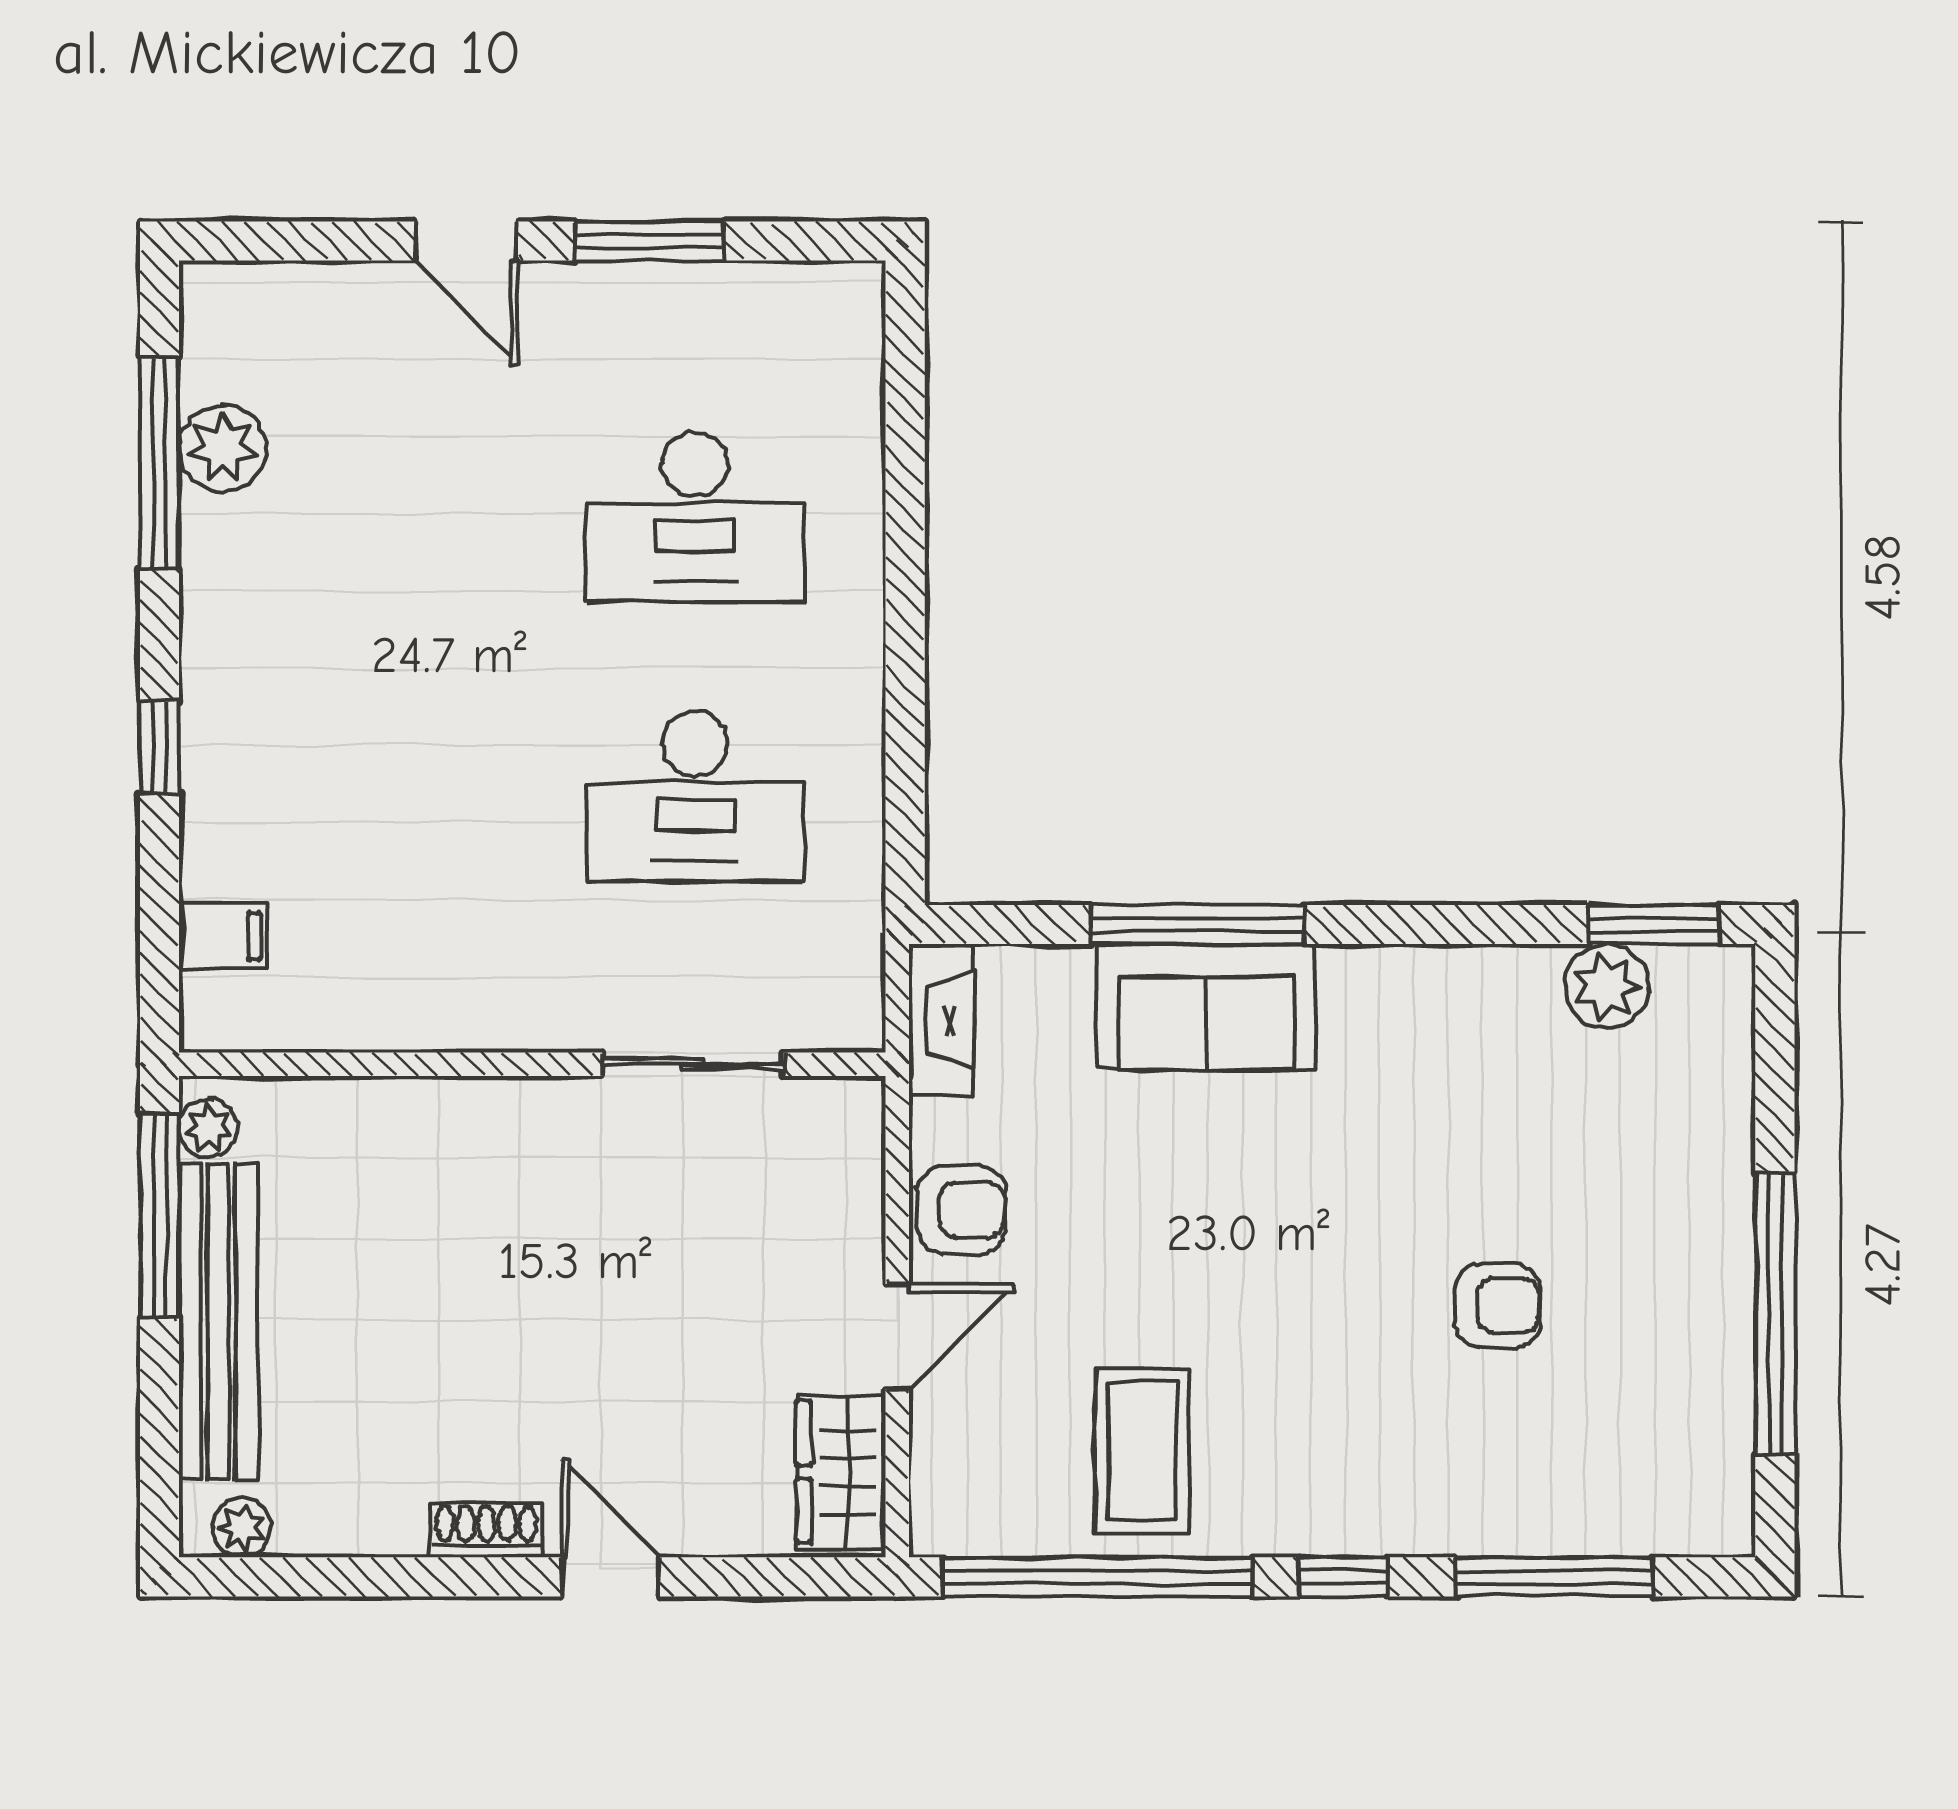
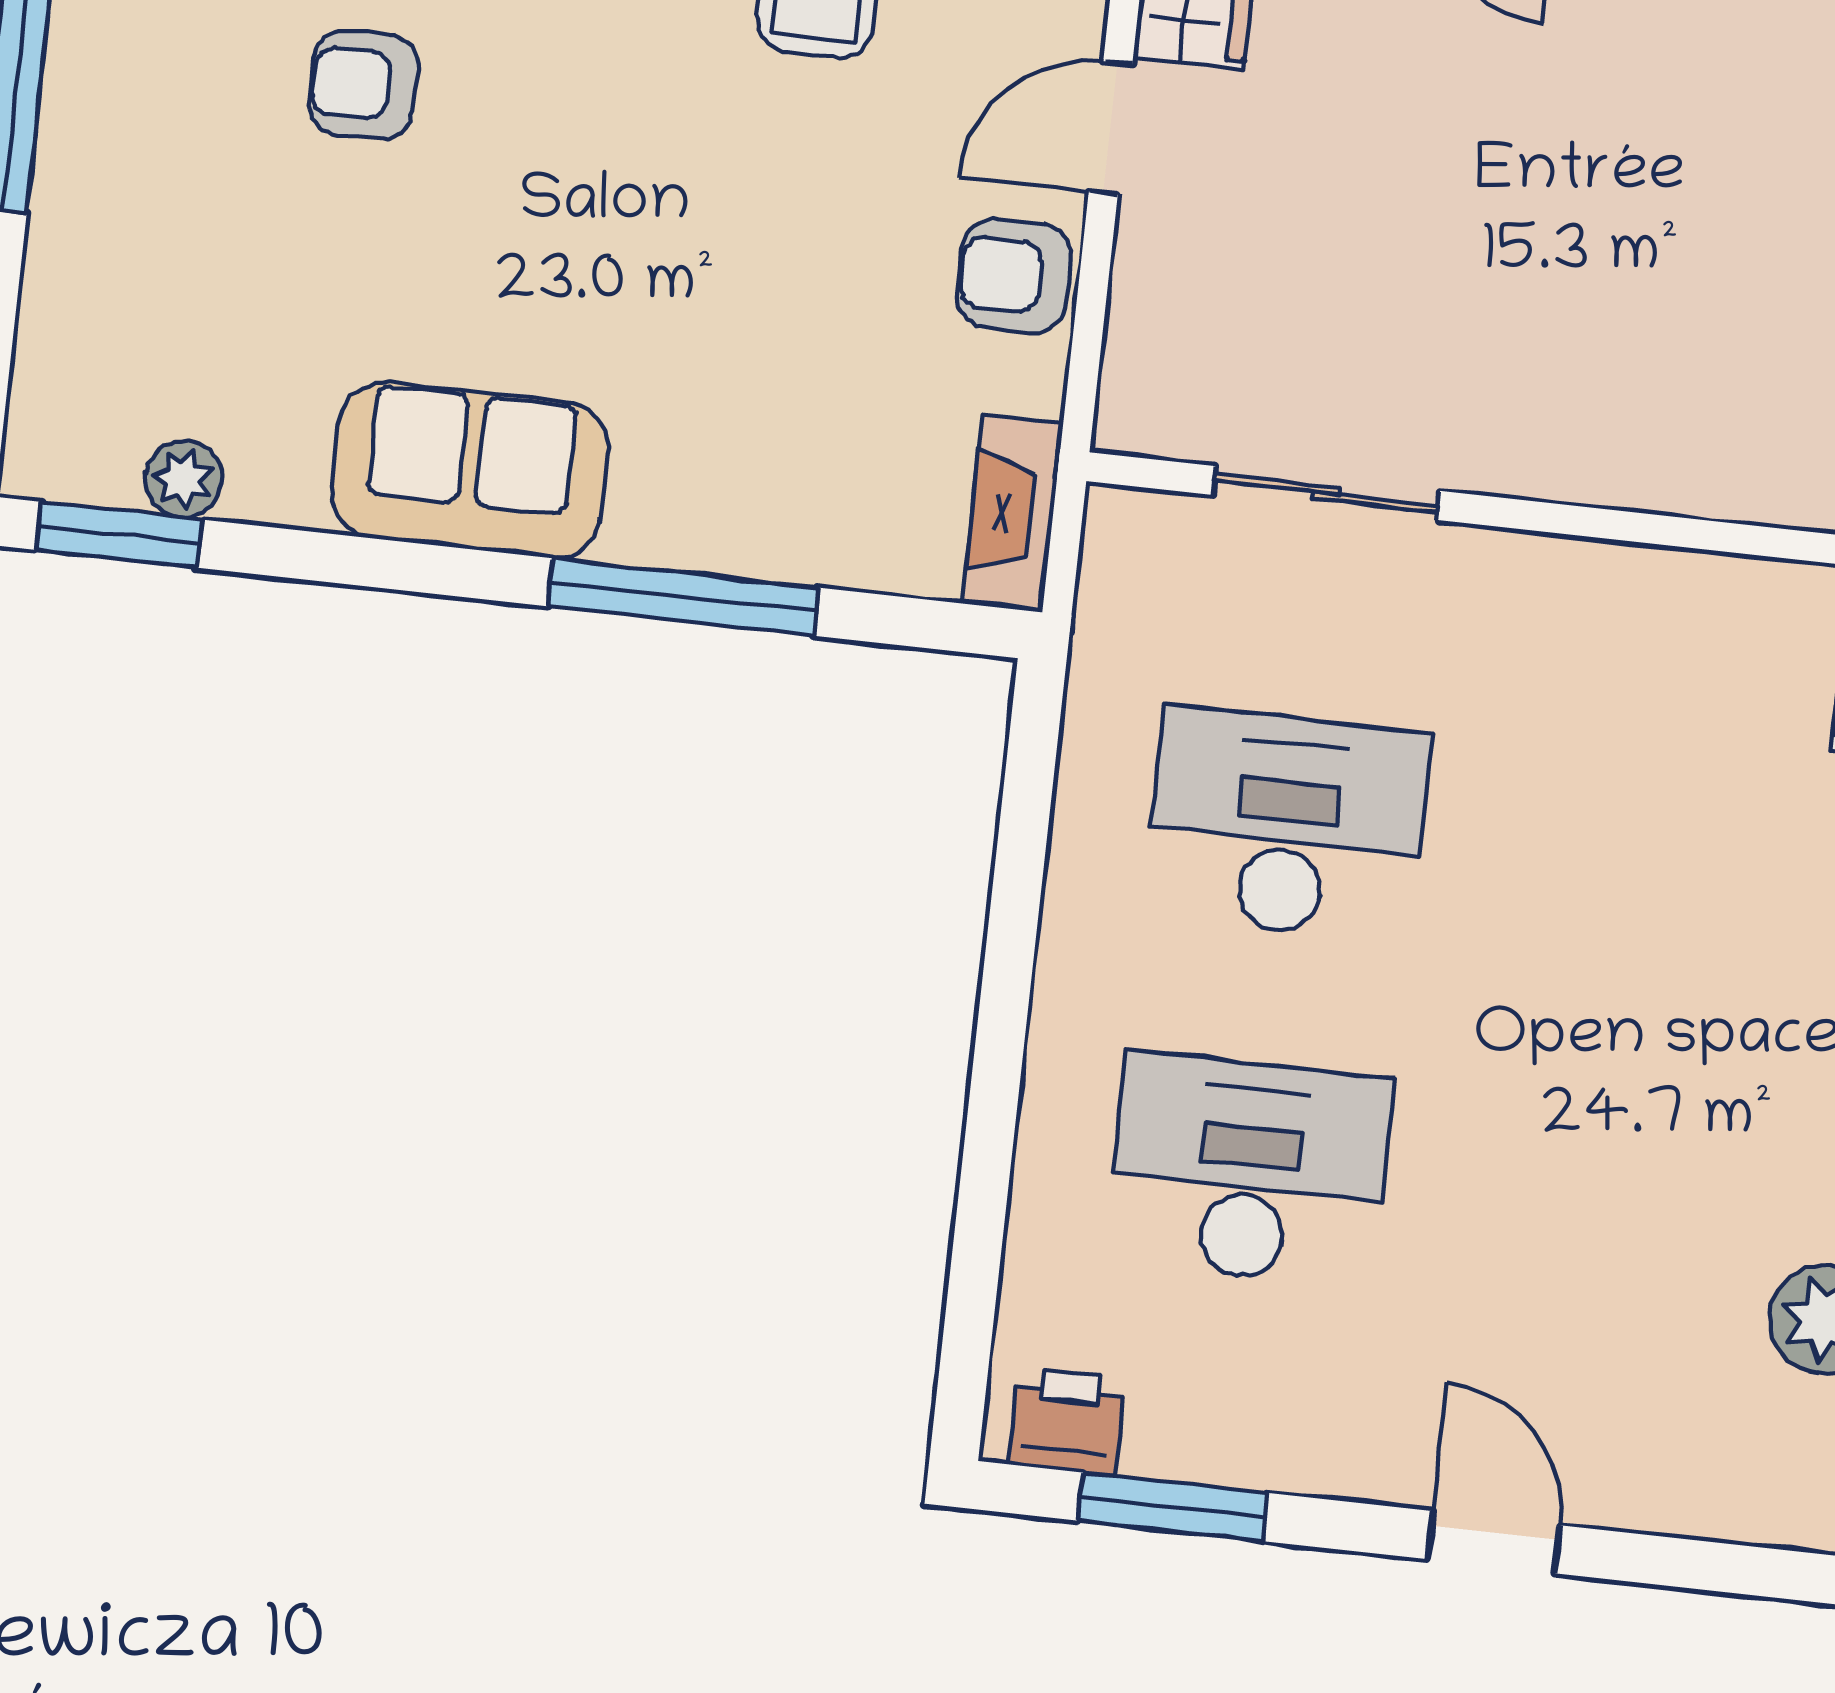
window: (649, 241) -> (1173, 1507), moved
printer: (818, 300) -> (1067, 1421), added
plant: (1607, 986) -> (183, 479), width x0.73, depth x0.73
sofa: (1206, 1007) -> (470, 470), moved

